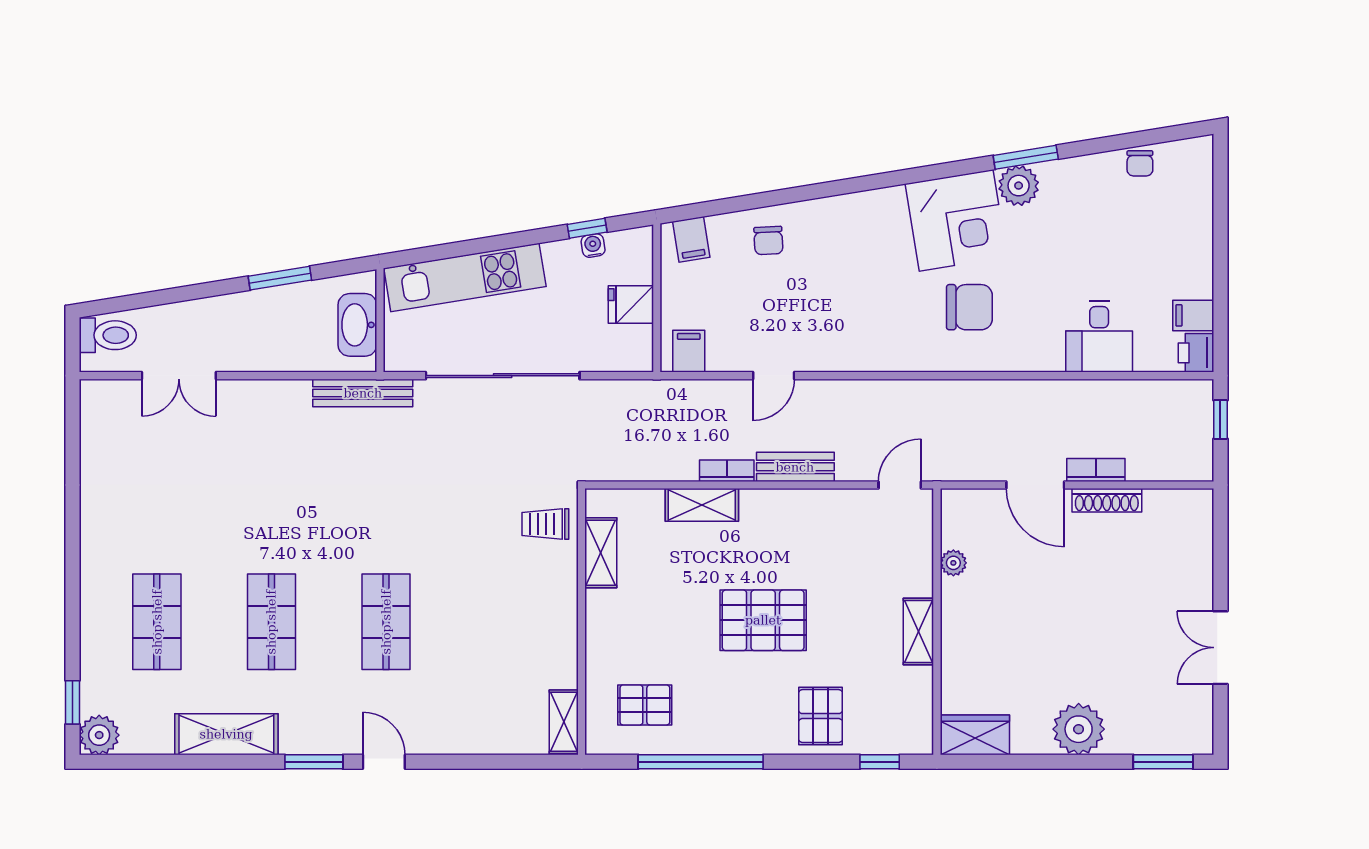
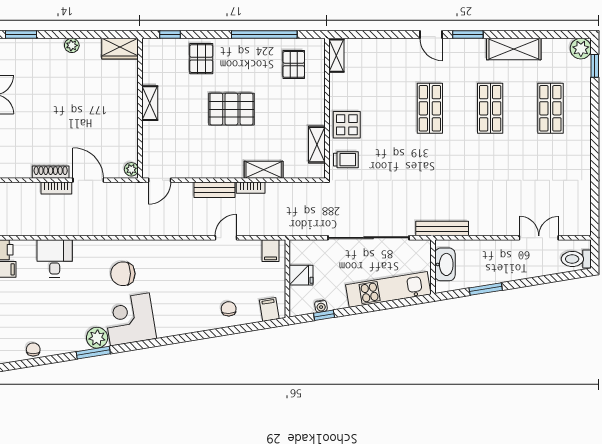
plant: (953, 563) -> (131, 169), moved
display table: (544, 590) -> (347, 125), added
pallet: (645, 705) -> (294, 64), turned 90
plant: (1079, 729) -> (72, 45), width x0.53, depth x0.53

